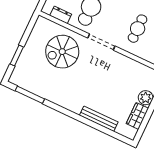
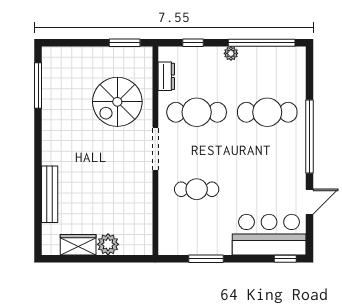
spiral stairs: (62, 52) -> (117, 102), turned -90
window: (17, 56) -> (125, 43), moved

